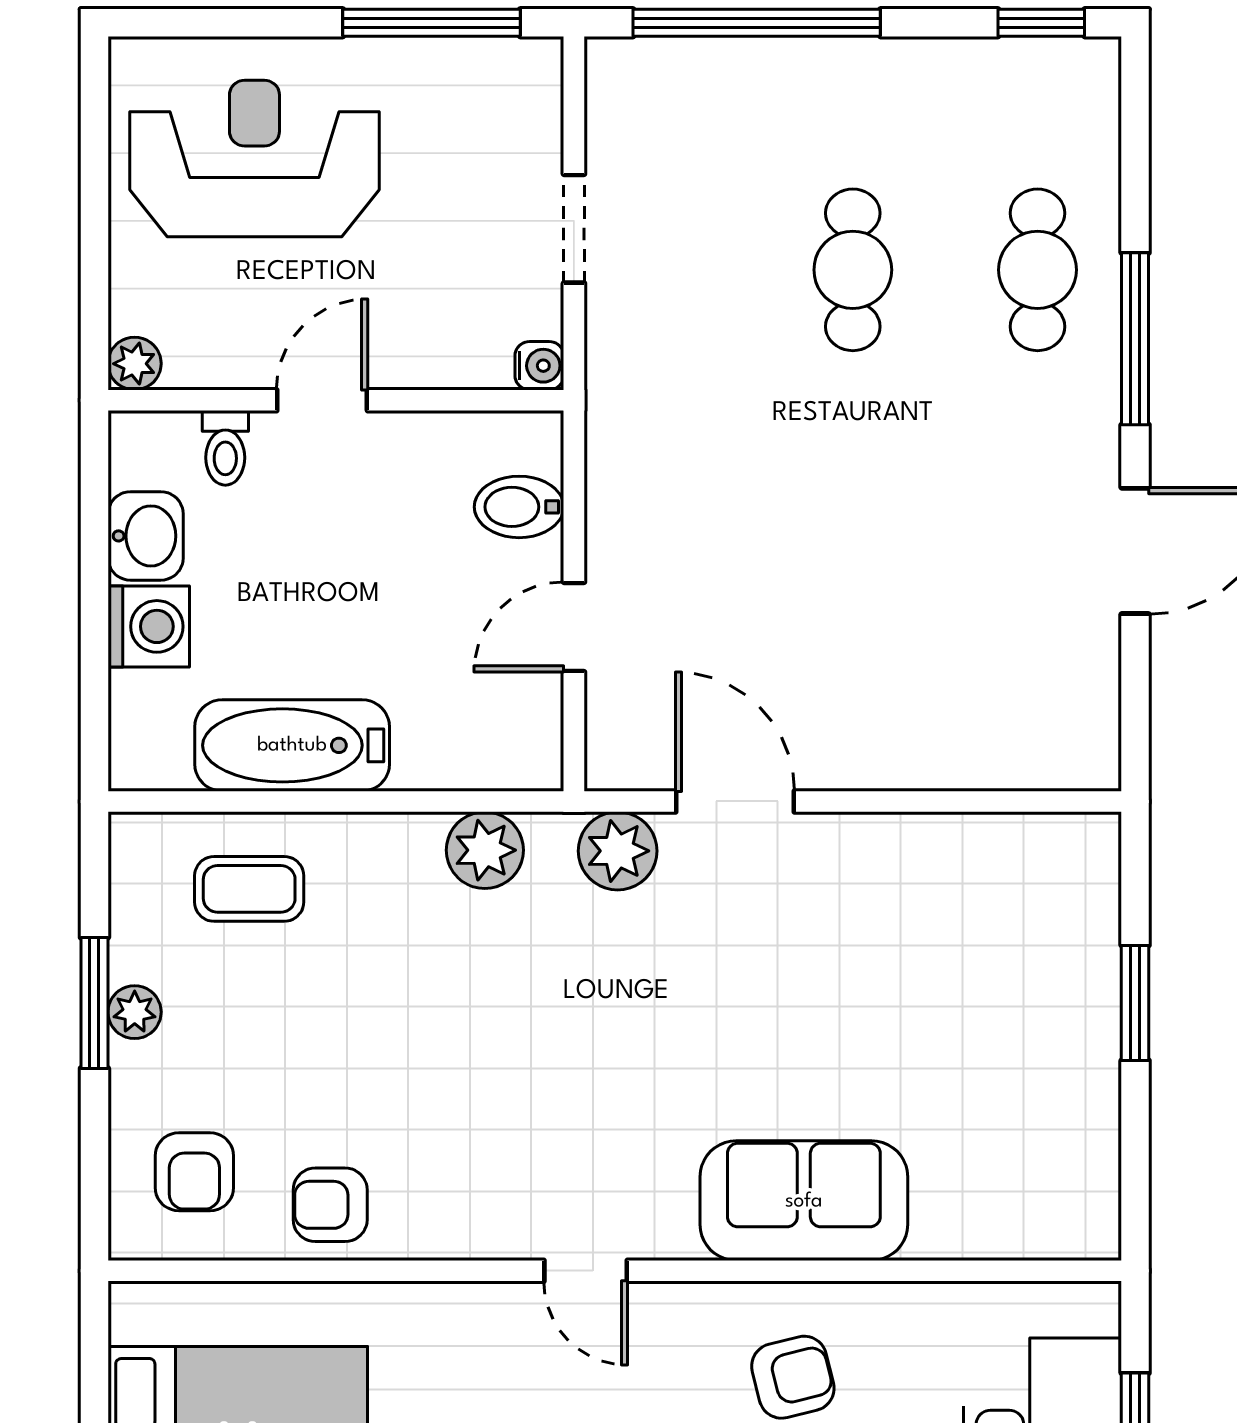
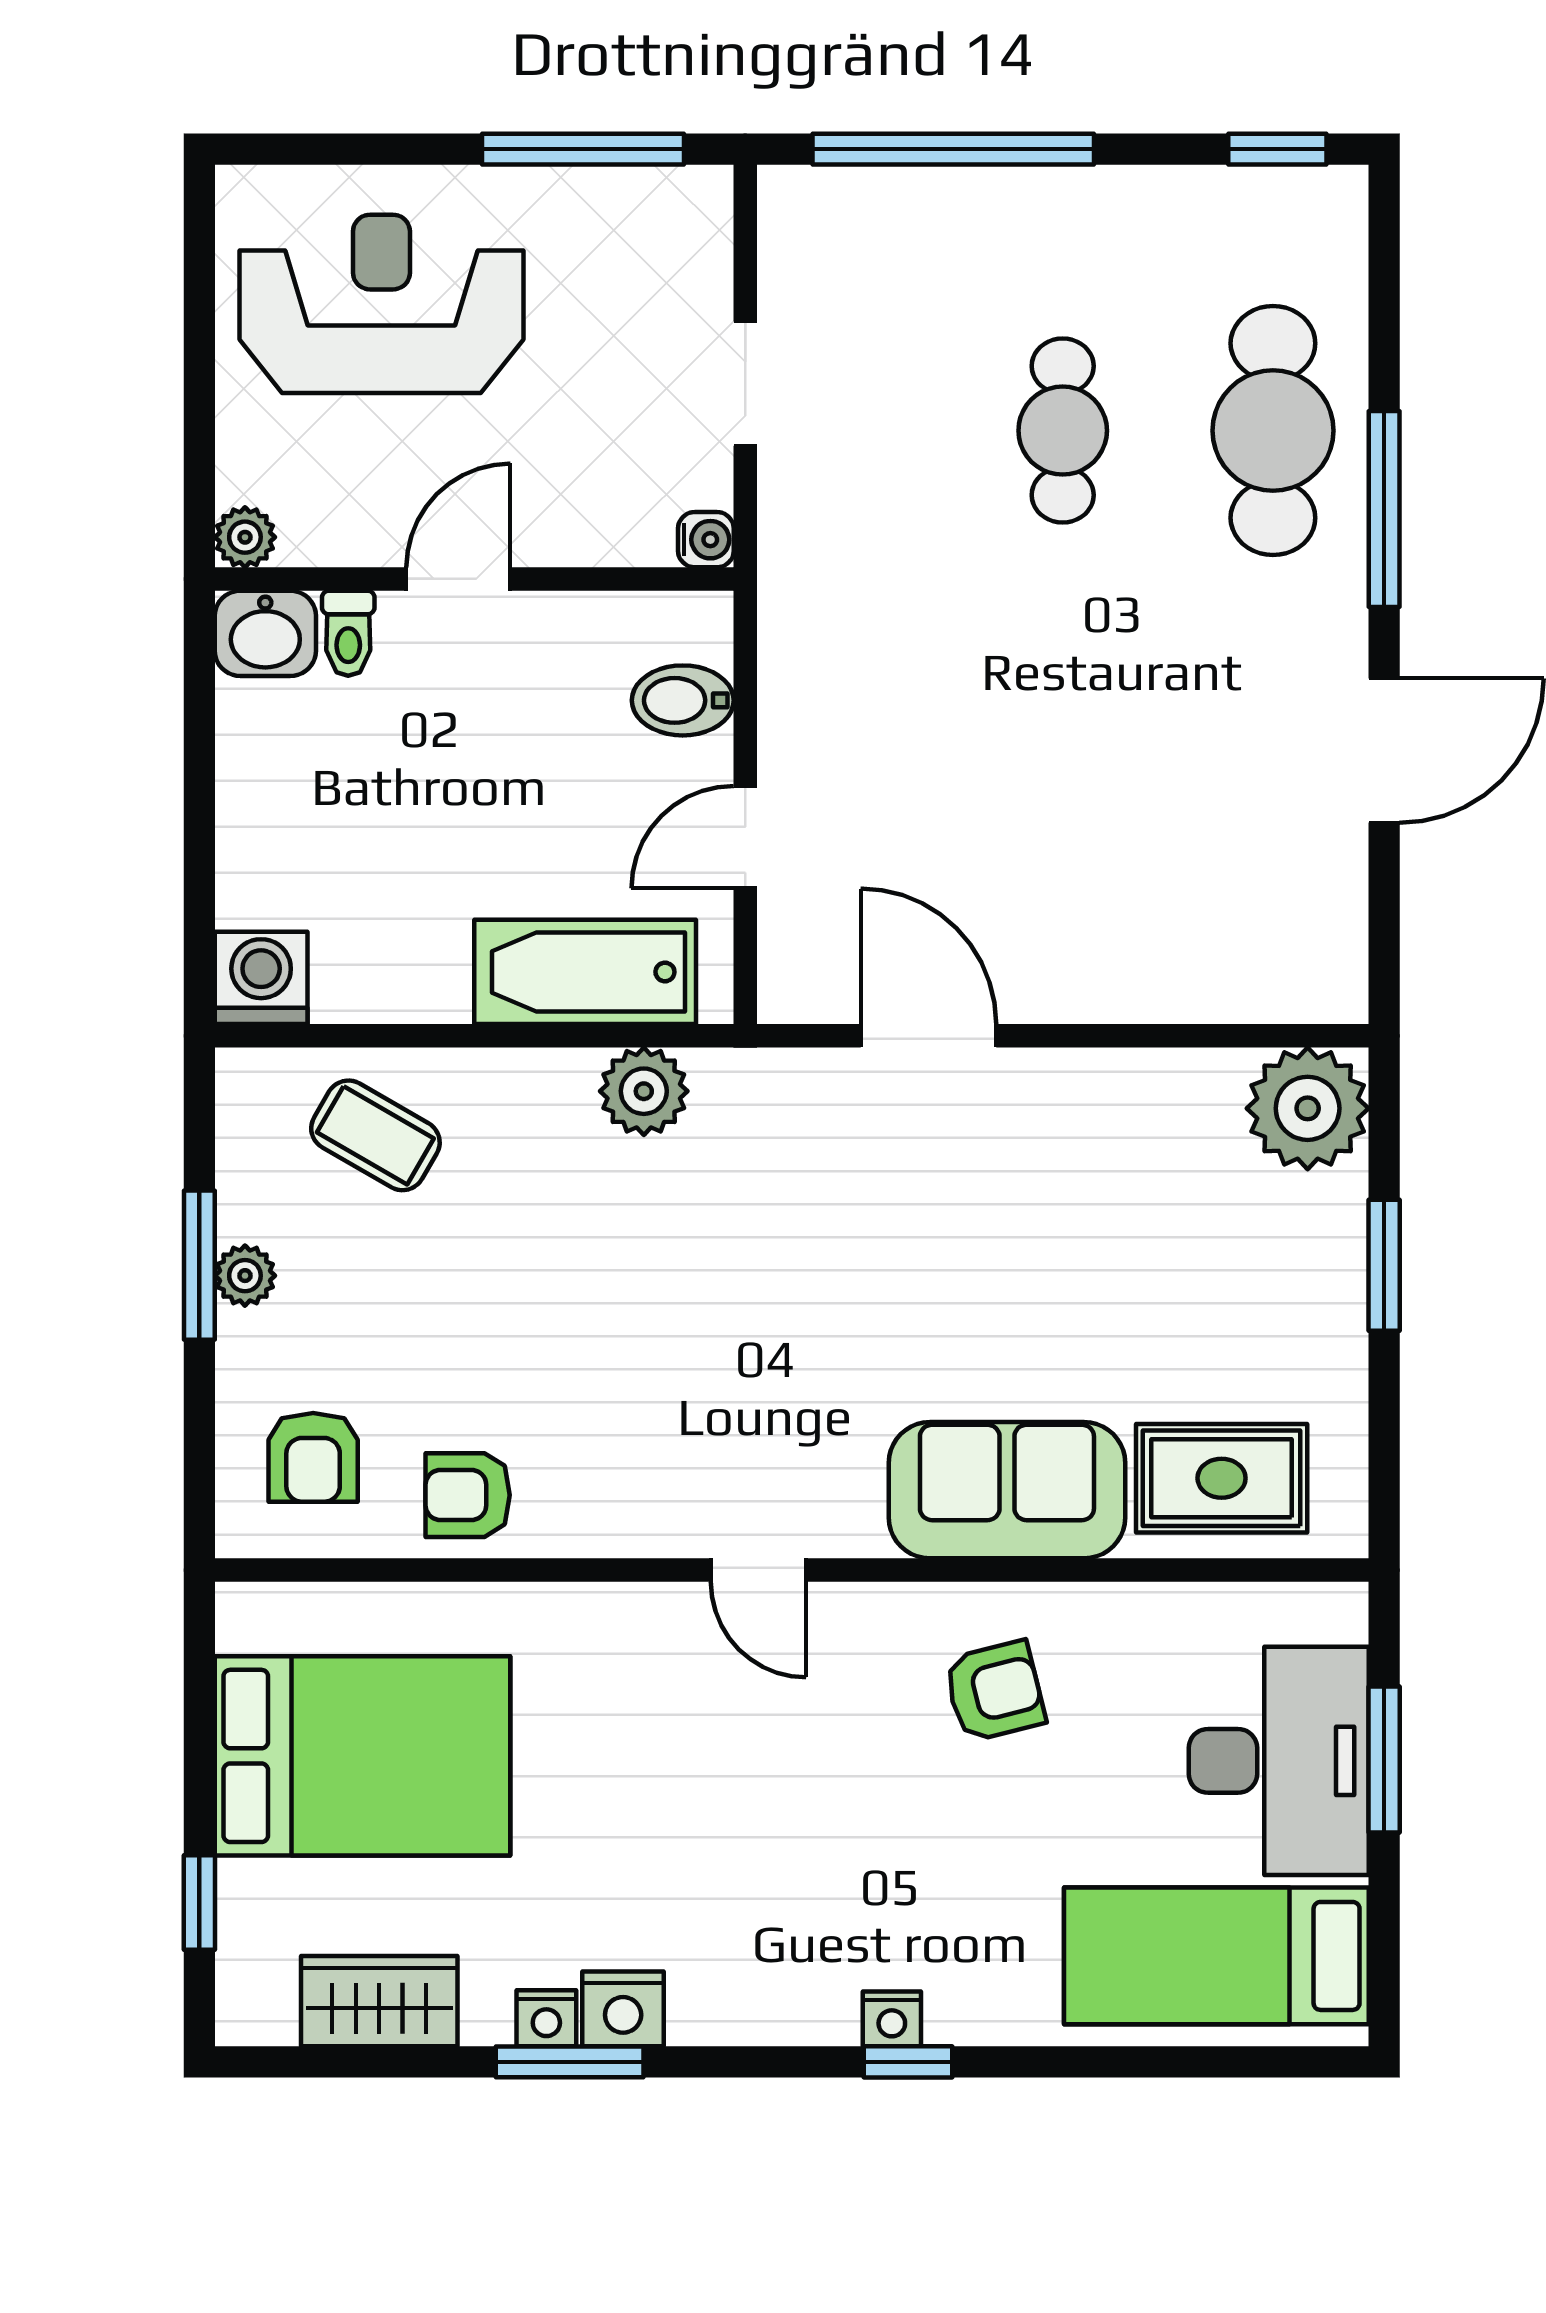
cafe table: (1038, 270) -> (1273, 431), width x1.37, depth x1.35
washbasin: (146, 536) -> (265, 633), moved, turned 90
washing machine: (149, 626) -> (261, 978), moved, turned -90
bathtub: (292, 745) -> (585, 972), moved
plant: (618, 851) -> (1308, 1108), moved, width x1.36, depth x1.36
coffee table: (249, 889) -> (375, 1135), turned 30
rug: (992, 1190) -> (1222, 1478), added

